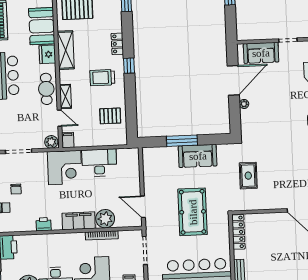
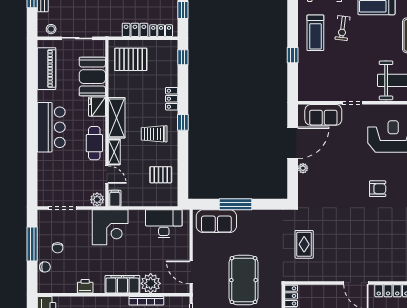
shelving: (66, 50) -> (117, 118), moved
sofa: (198, 156) -> (216, 221), moved
desk: (99, 163) -> (164, 224), moved

